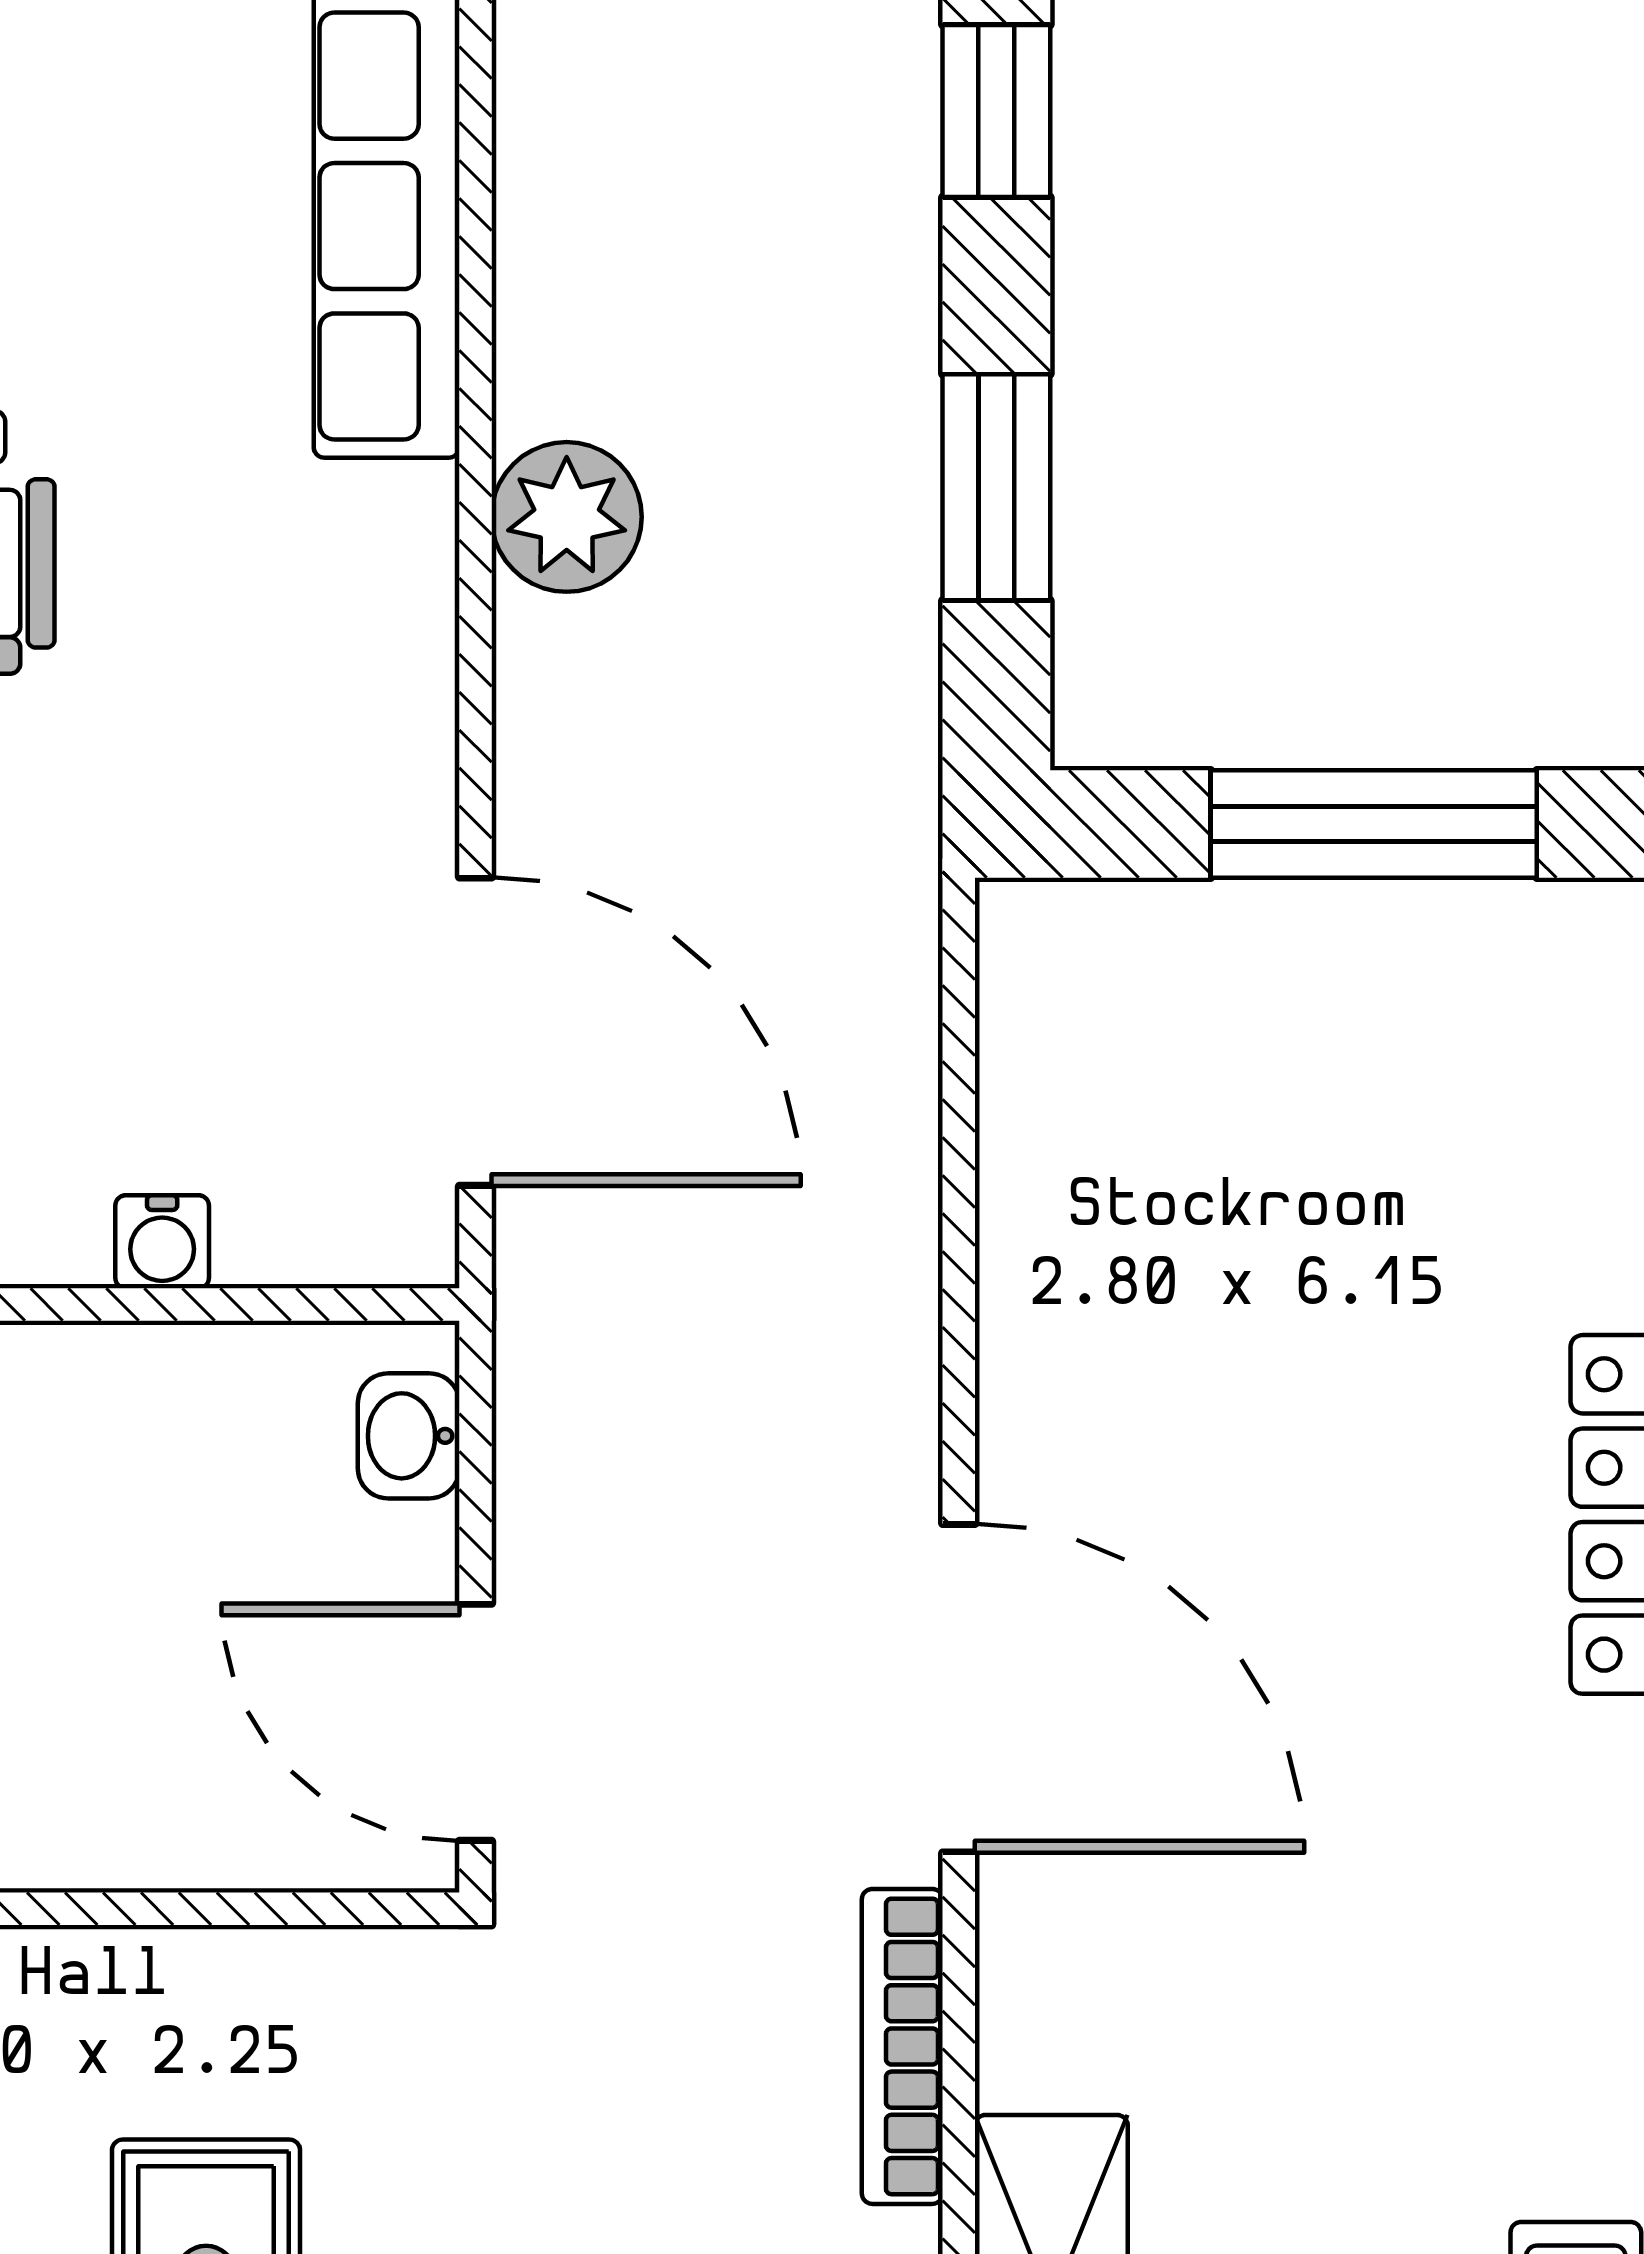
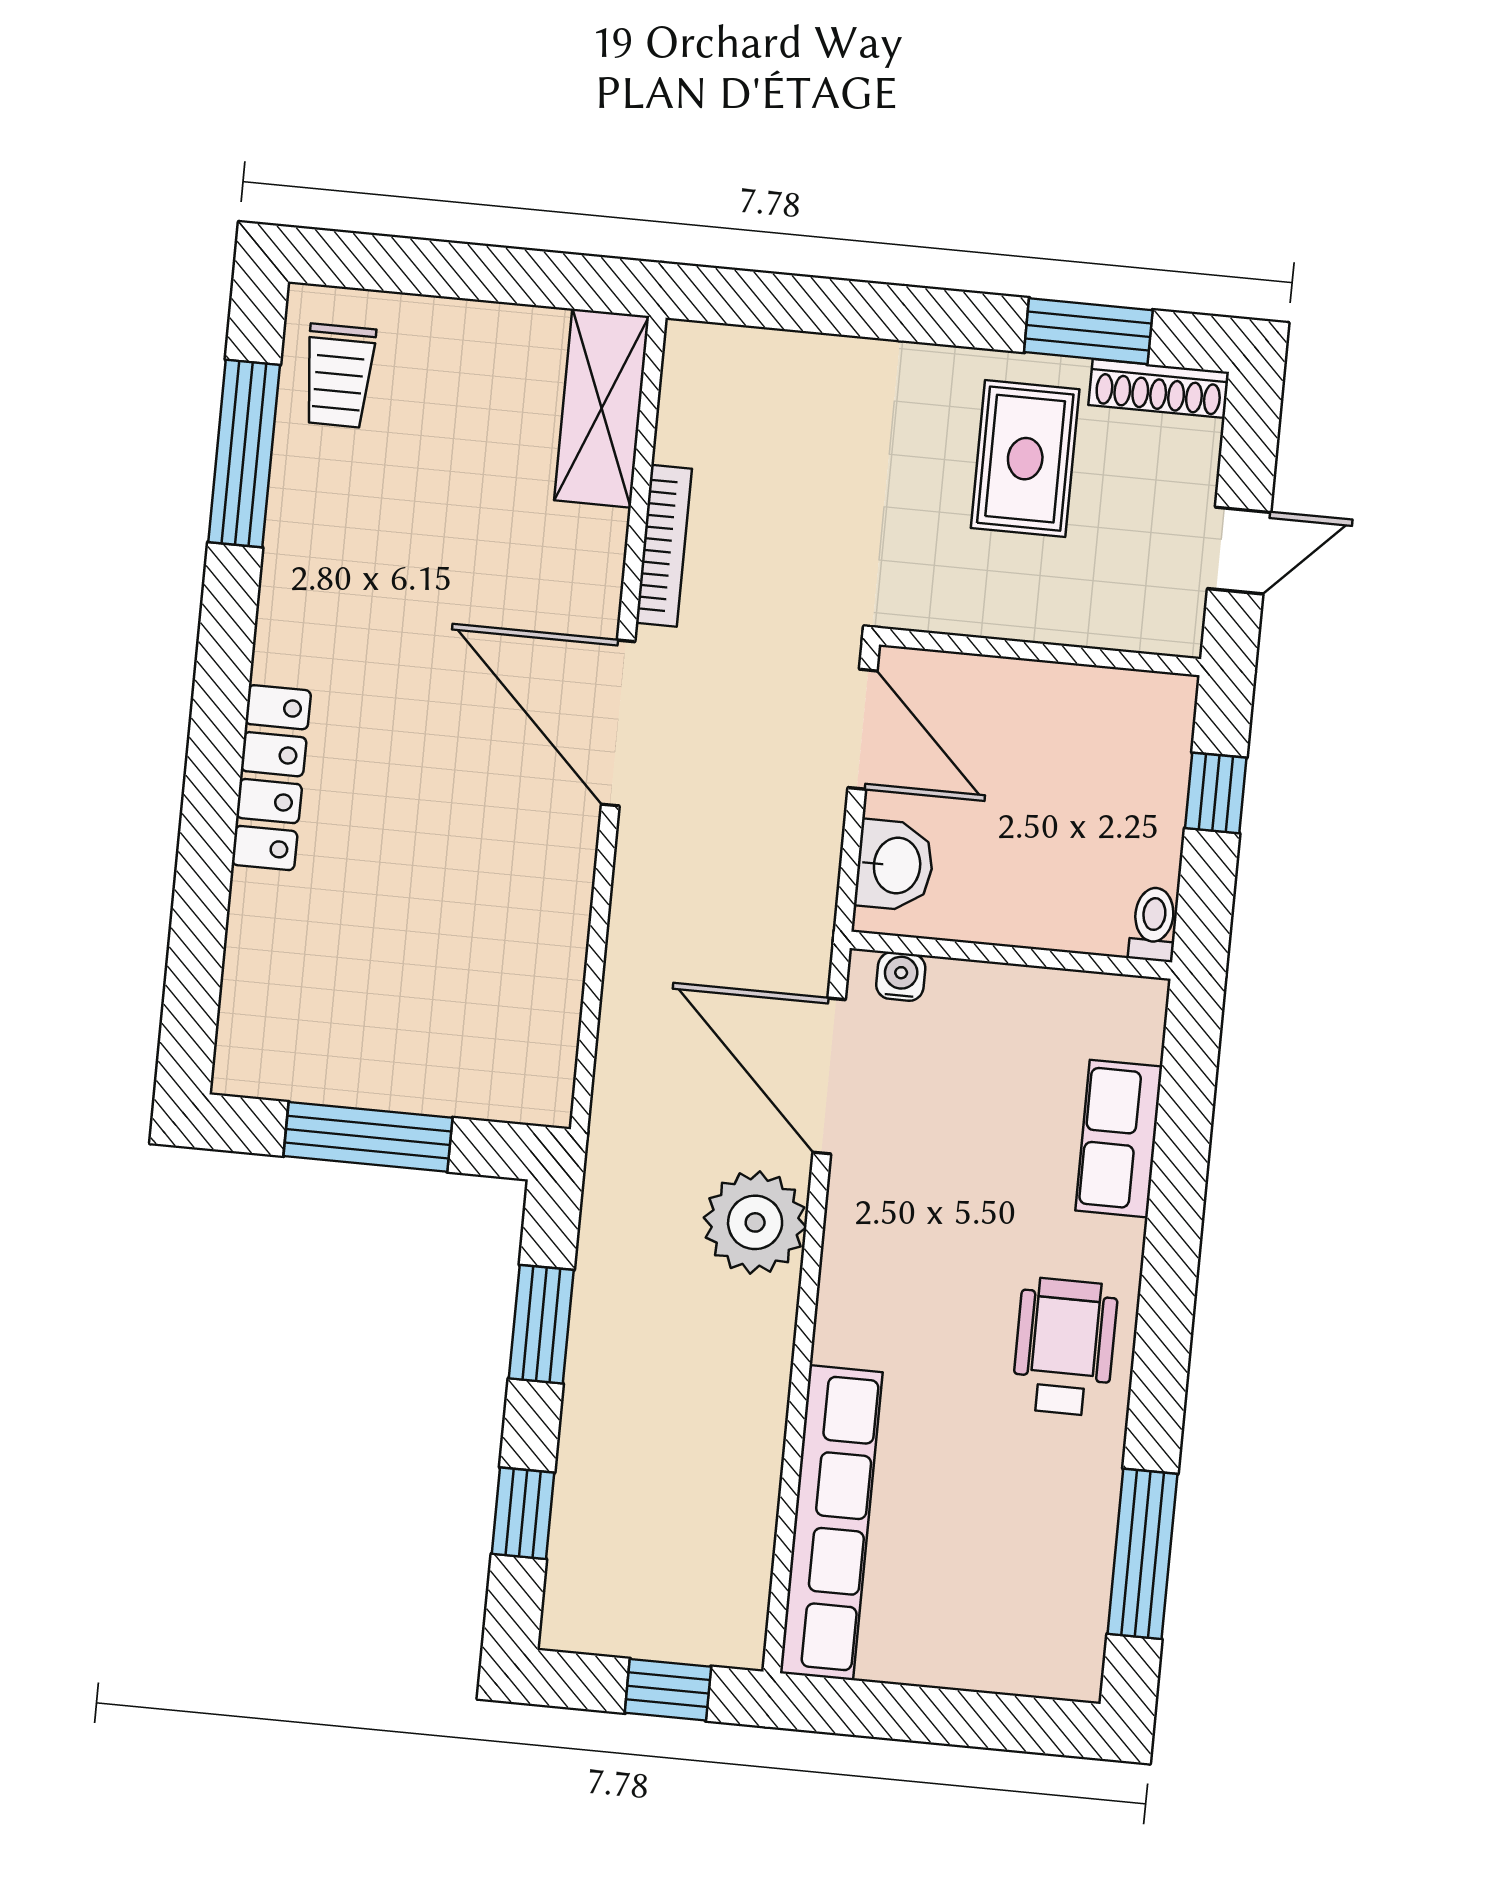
plant: (567, 517) -> (755, 1222), moved, width x1.36, depth x1.36
water cooler: (162, 1242) -> (901, 976), moved
washbasin: (409, 1436) -> (895, 865), width x1.38, depth x1.45

